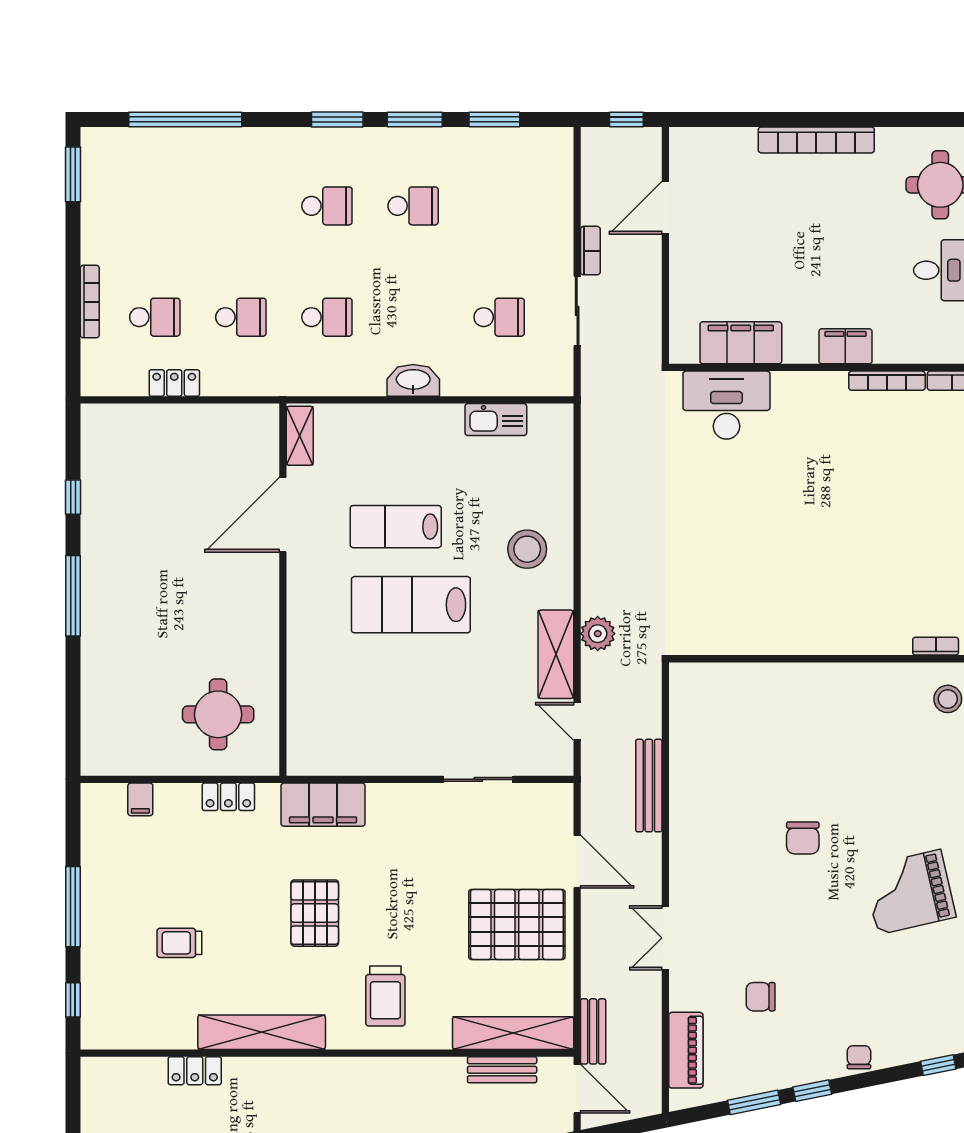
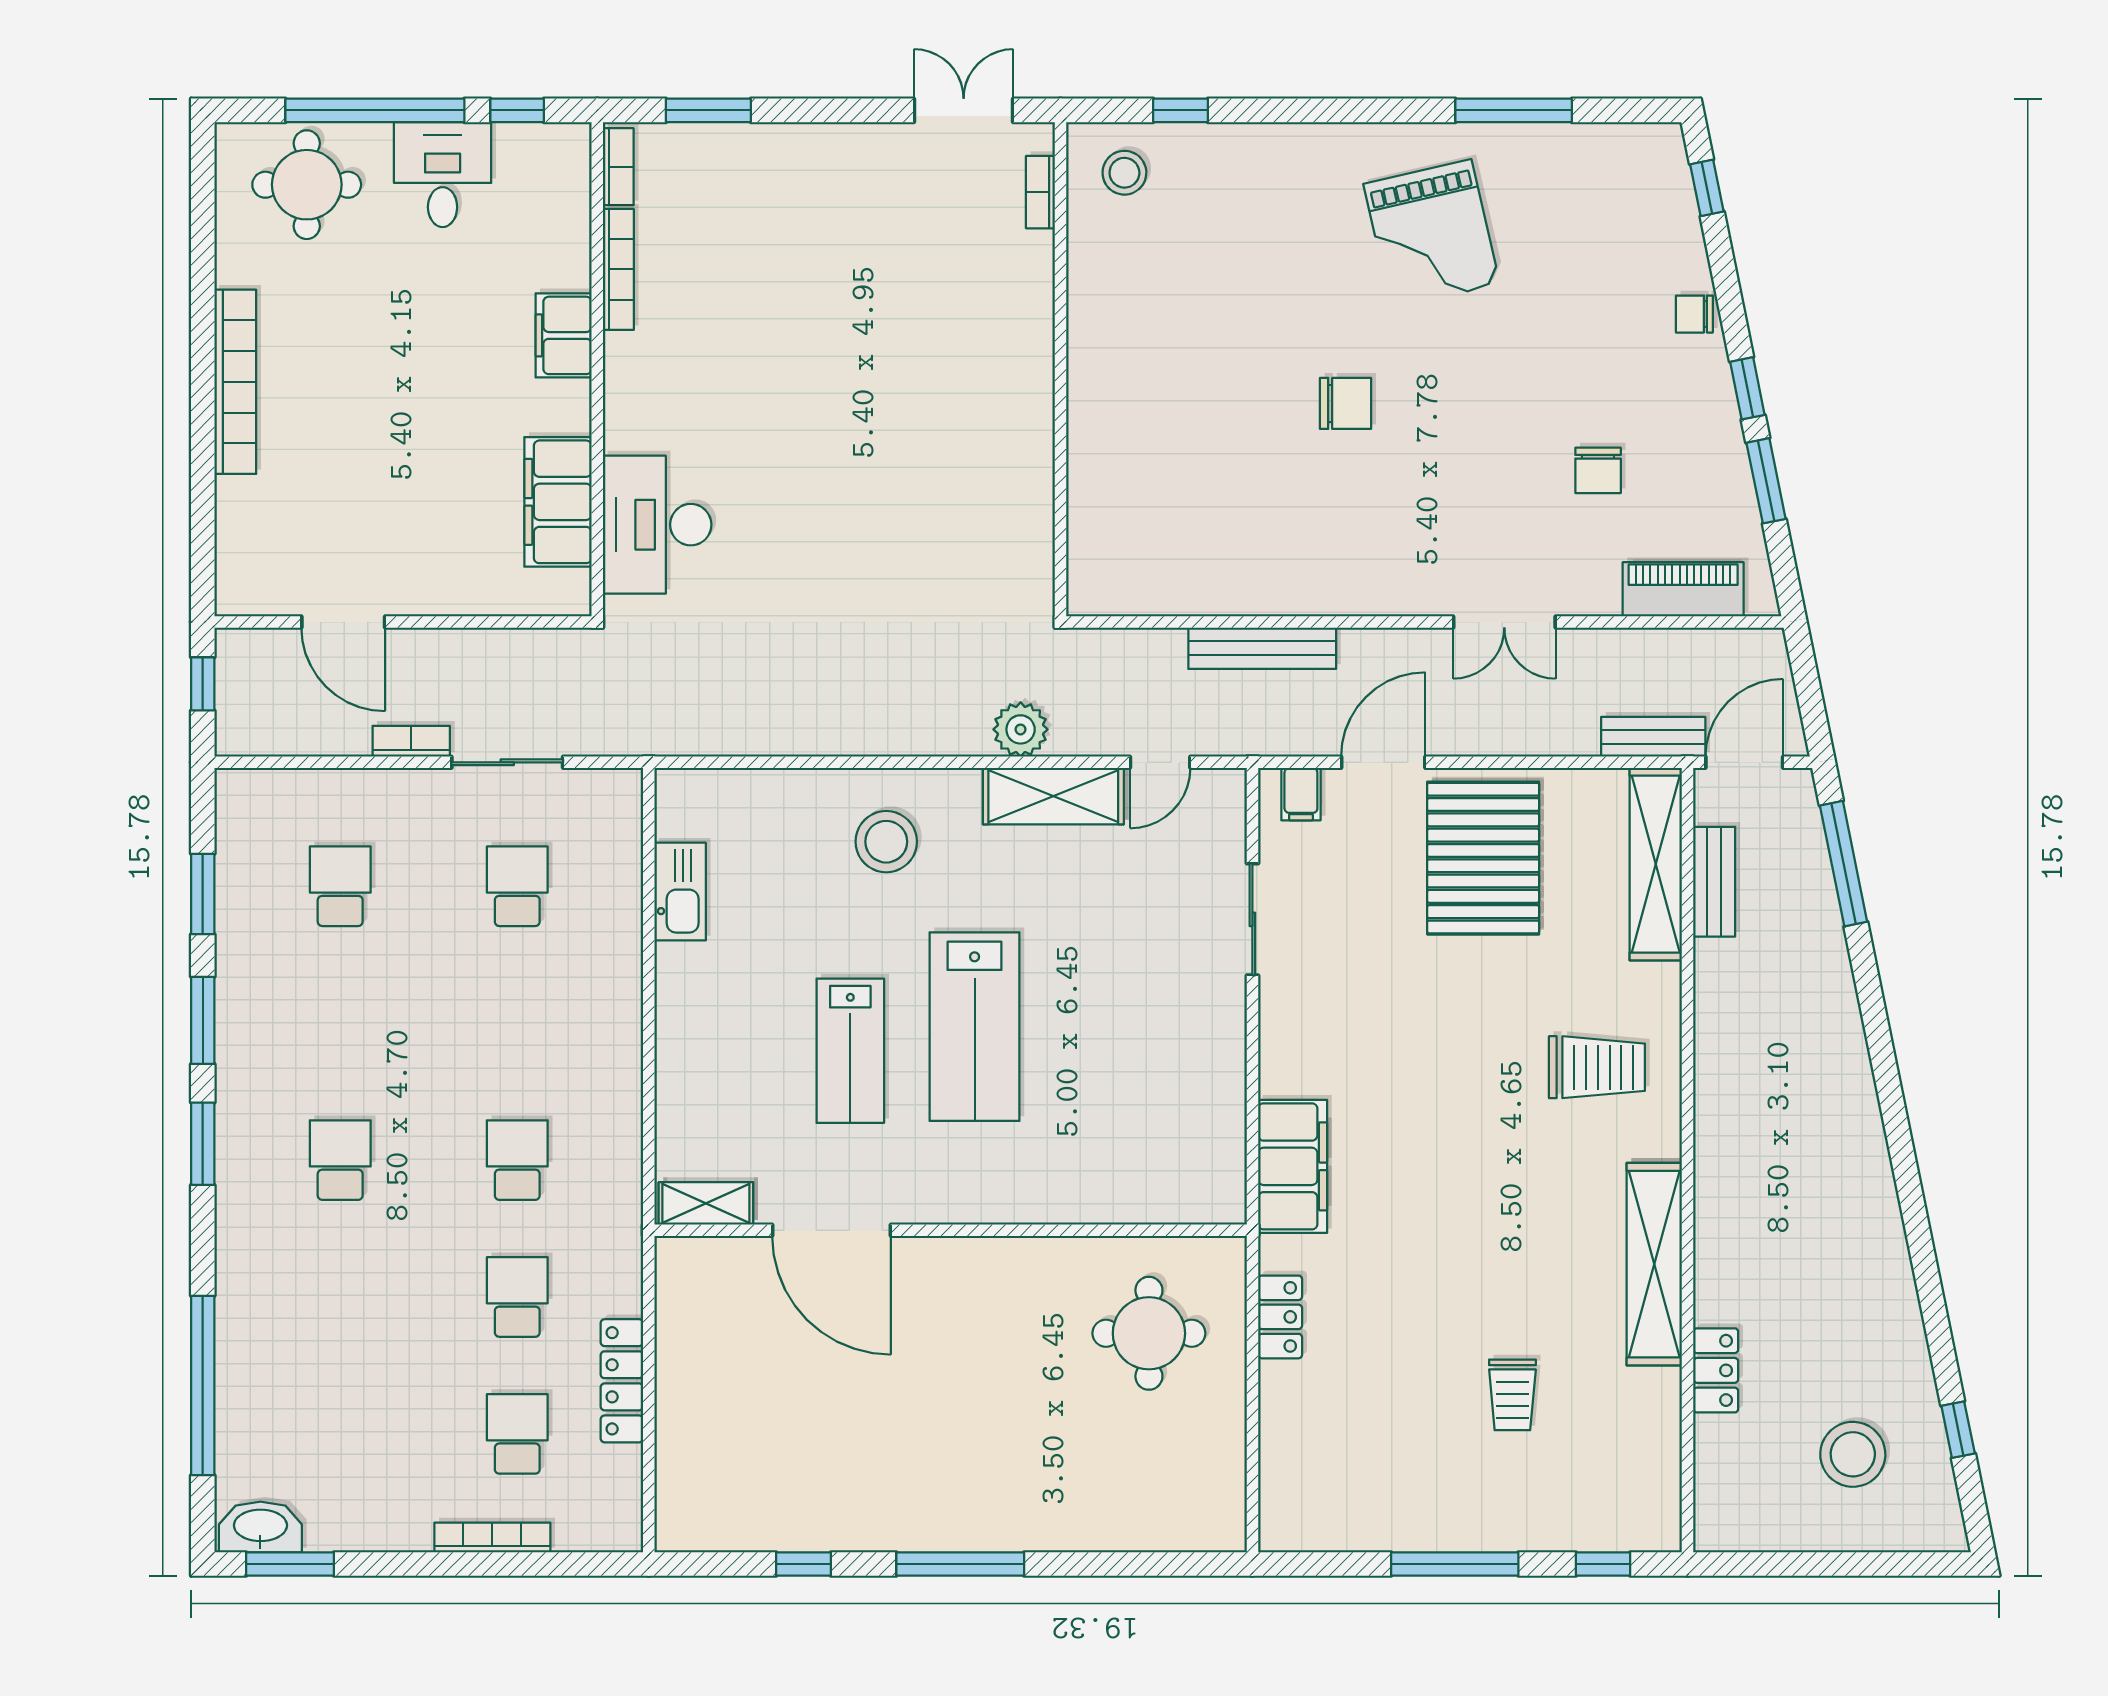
school desk: (413, 206) -> (340, 886), moved
washbasin: (413, 380) -> (260, 1527), moved, turned 90
locker: (174, 383) -> (622, 1381), width x1.53
filing cabinet: (140, 799) -> (1301, 794), moved, turned 90
pallet: (315, 913) -> (1465, 1180), removed

